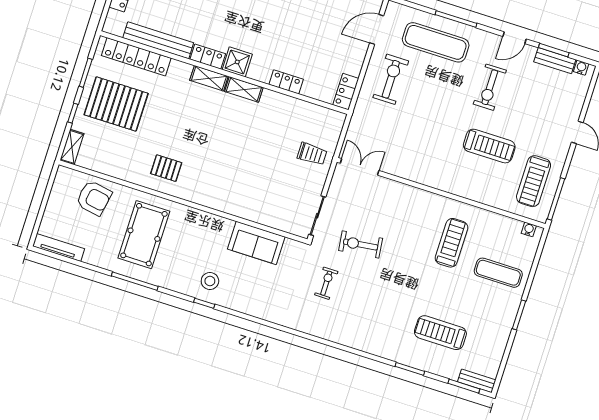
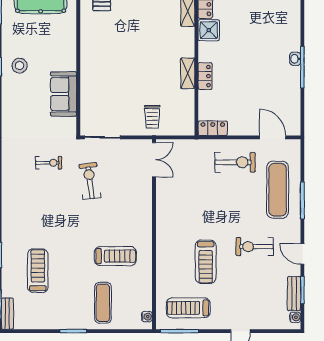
shelving: (244, 89) -> (188, 73), moved

